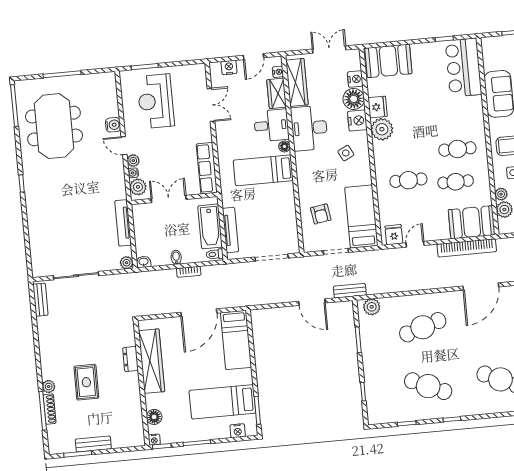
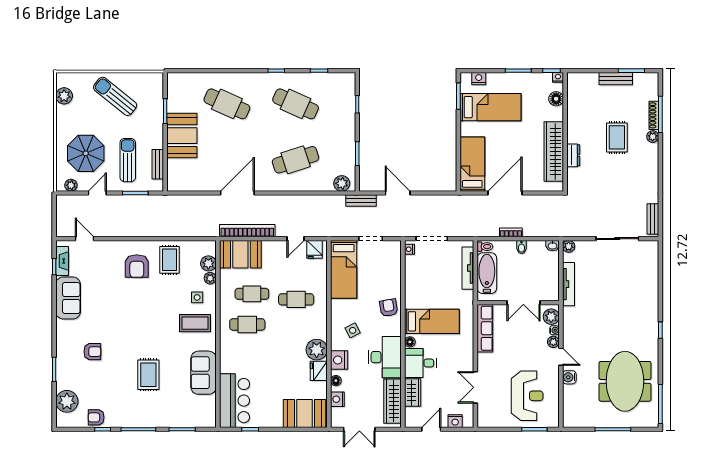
nightstand: (278, 72) -> (409, 249), moved
floor lamp: (354, 99) -> (336, 381), width x0.53, depth x0.53
armchair: (321, 214) -> (389, 308), moved

